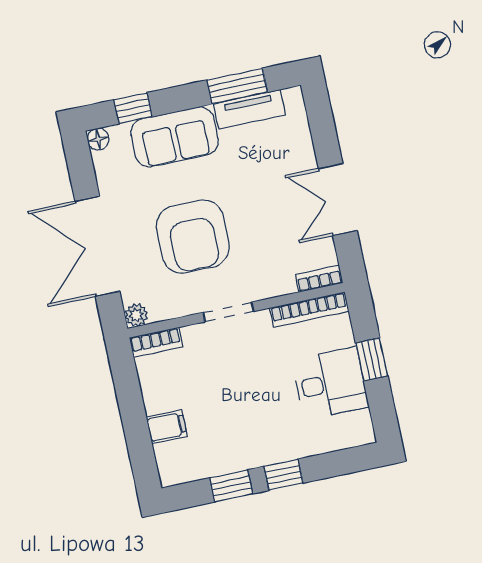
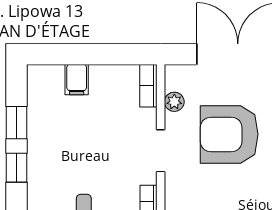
plant: (136, 315) -> (174, 102), moved

